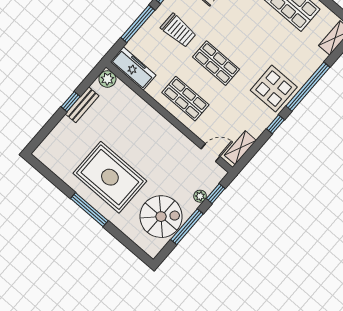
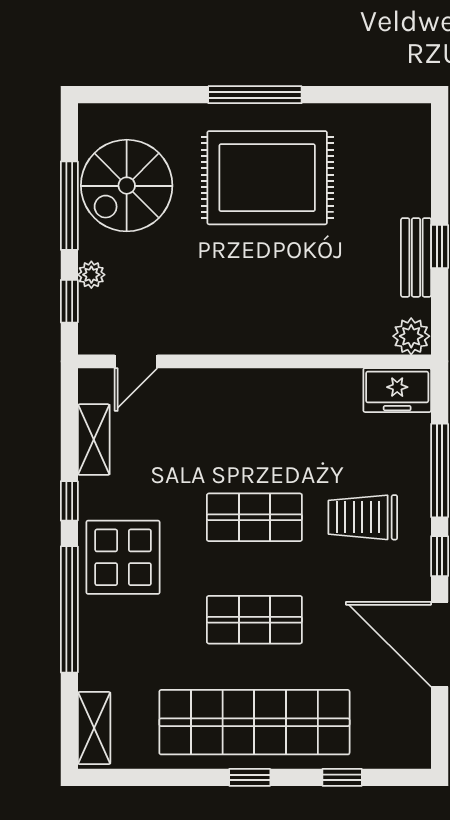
freezer: (133, 68) -> (397, 390), width x0.71
shop shelf: (185, 99) -> (254, 620), moved
shelving: (240, 148) -> (94, 440), moved

